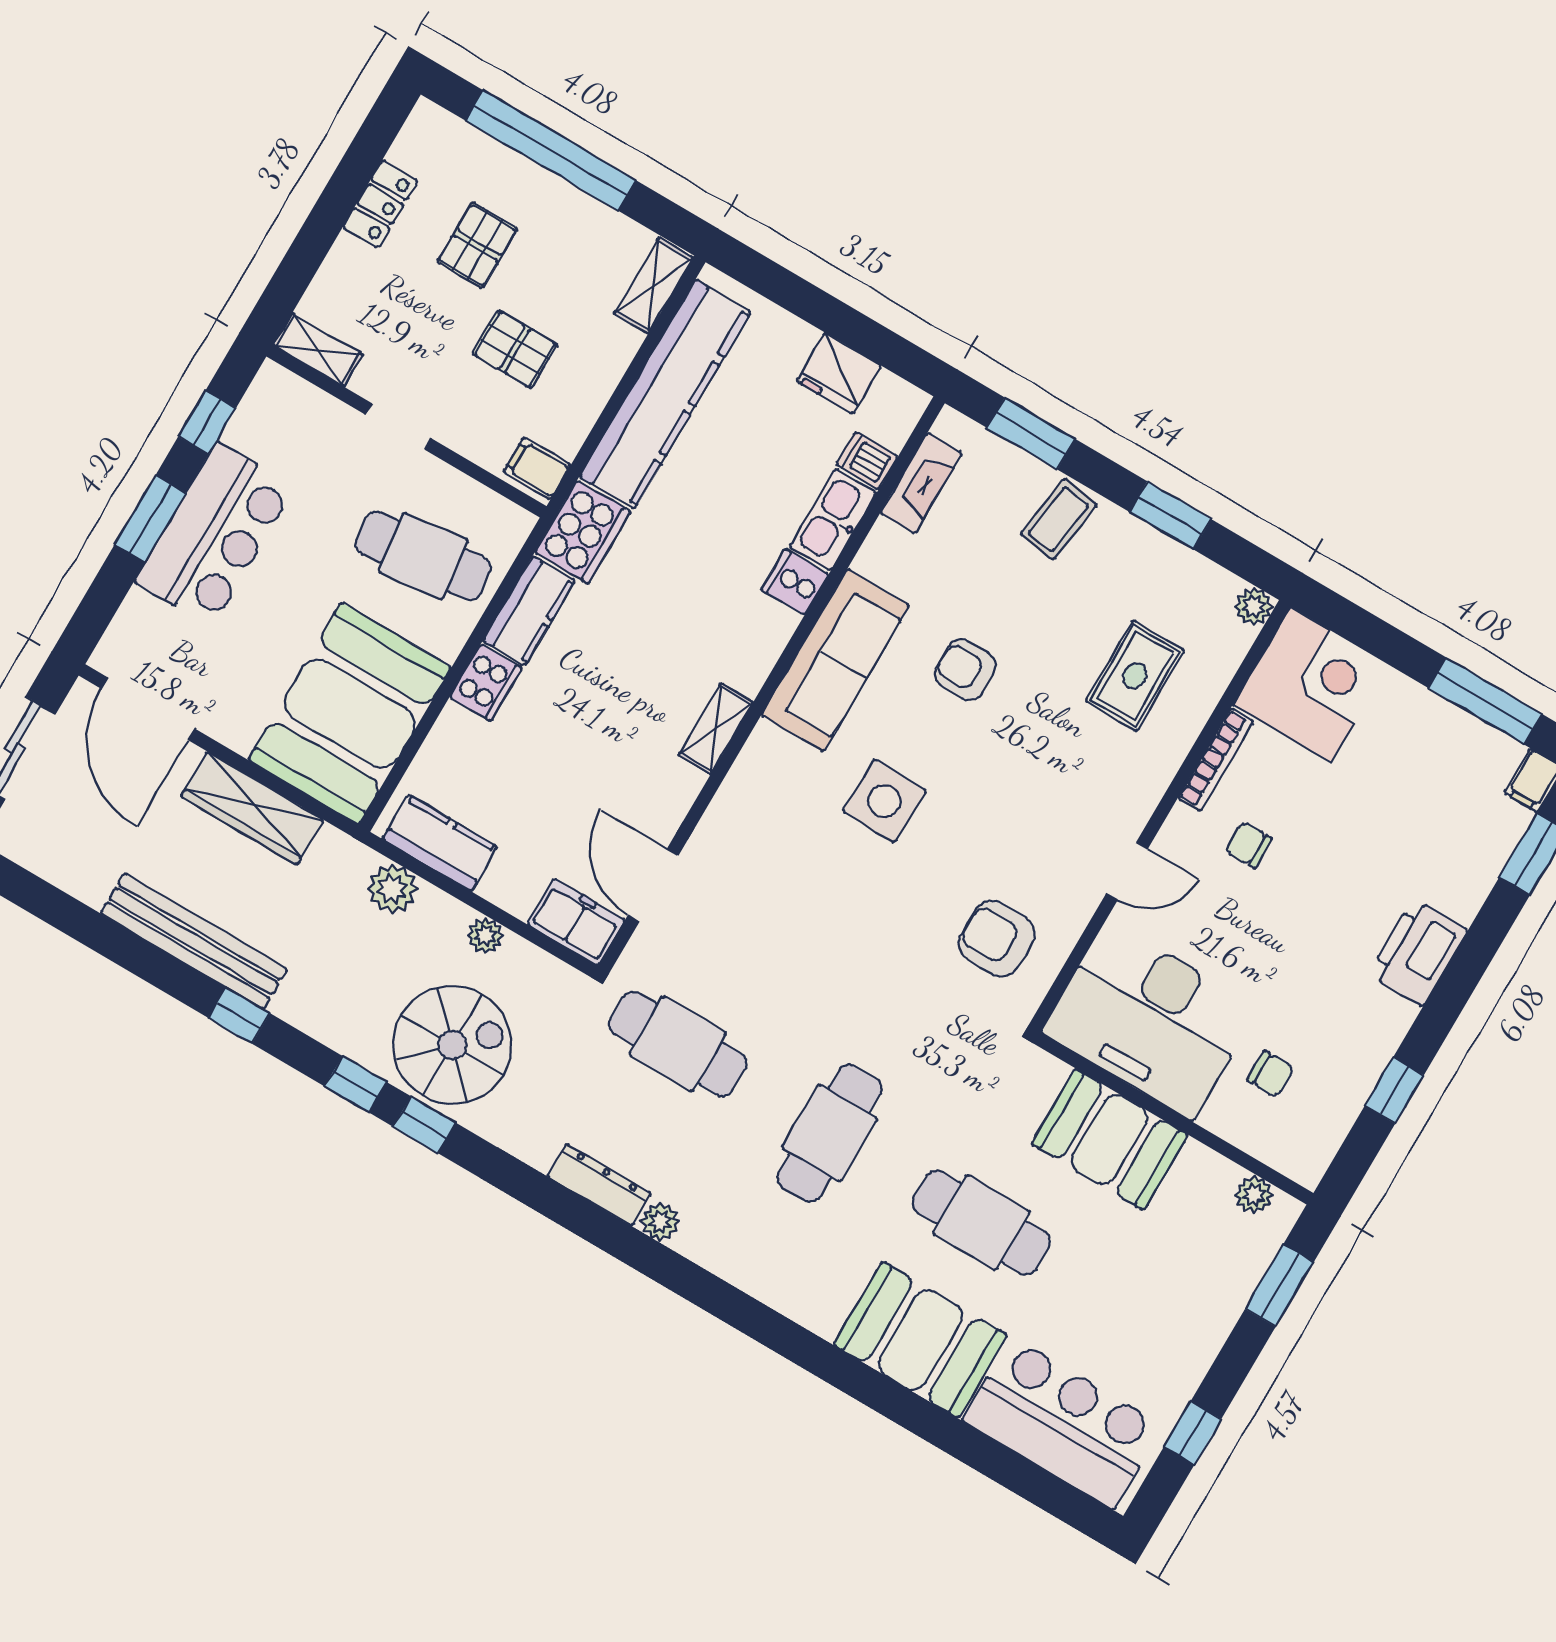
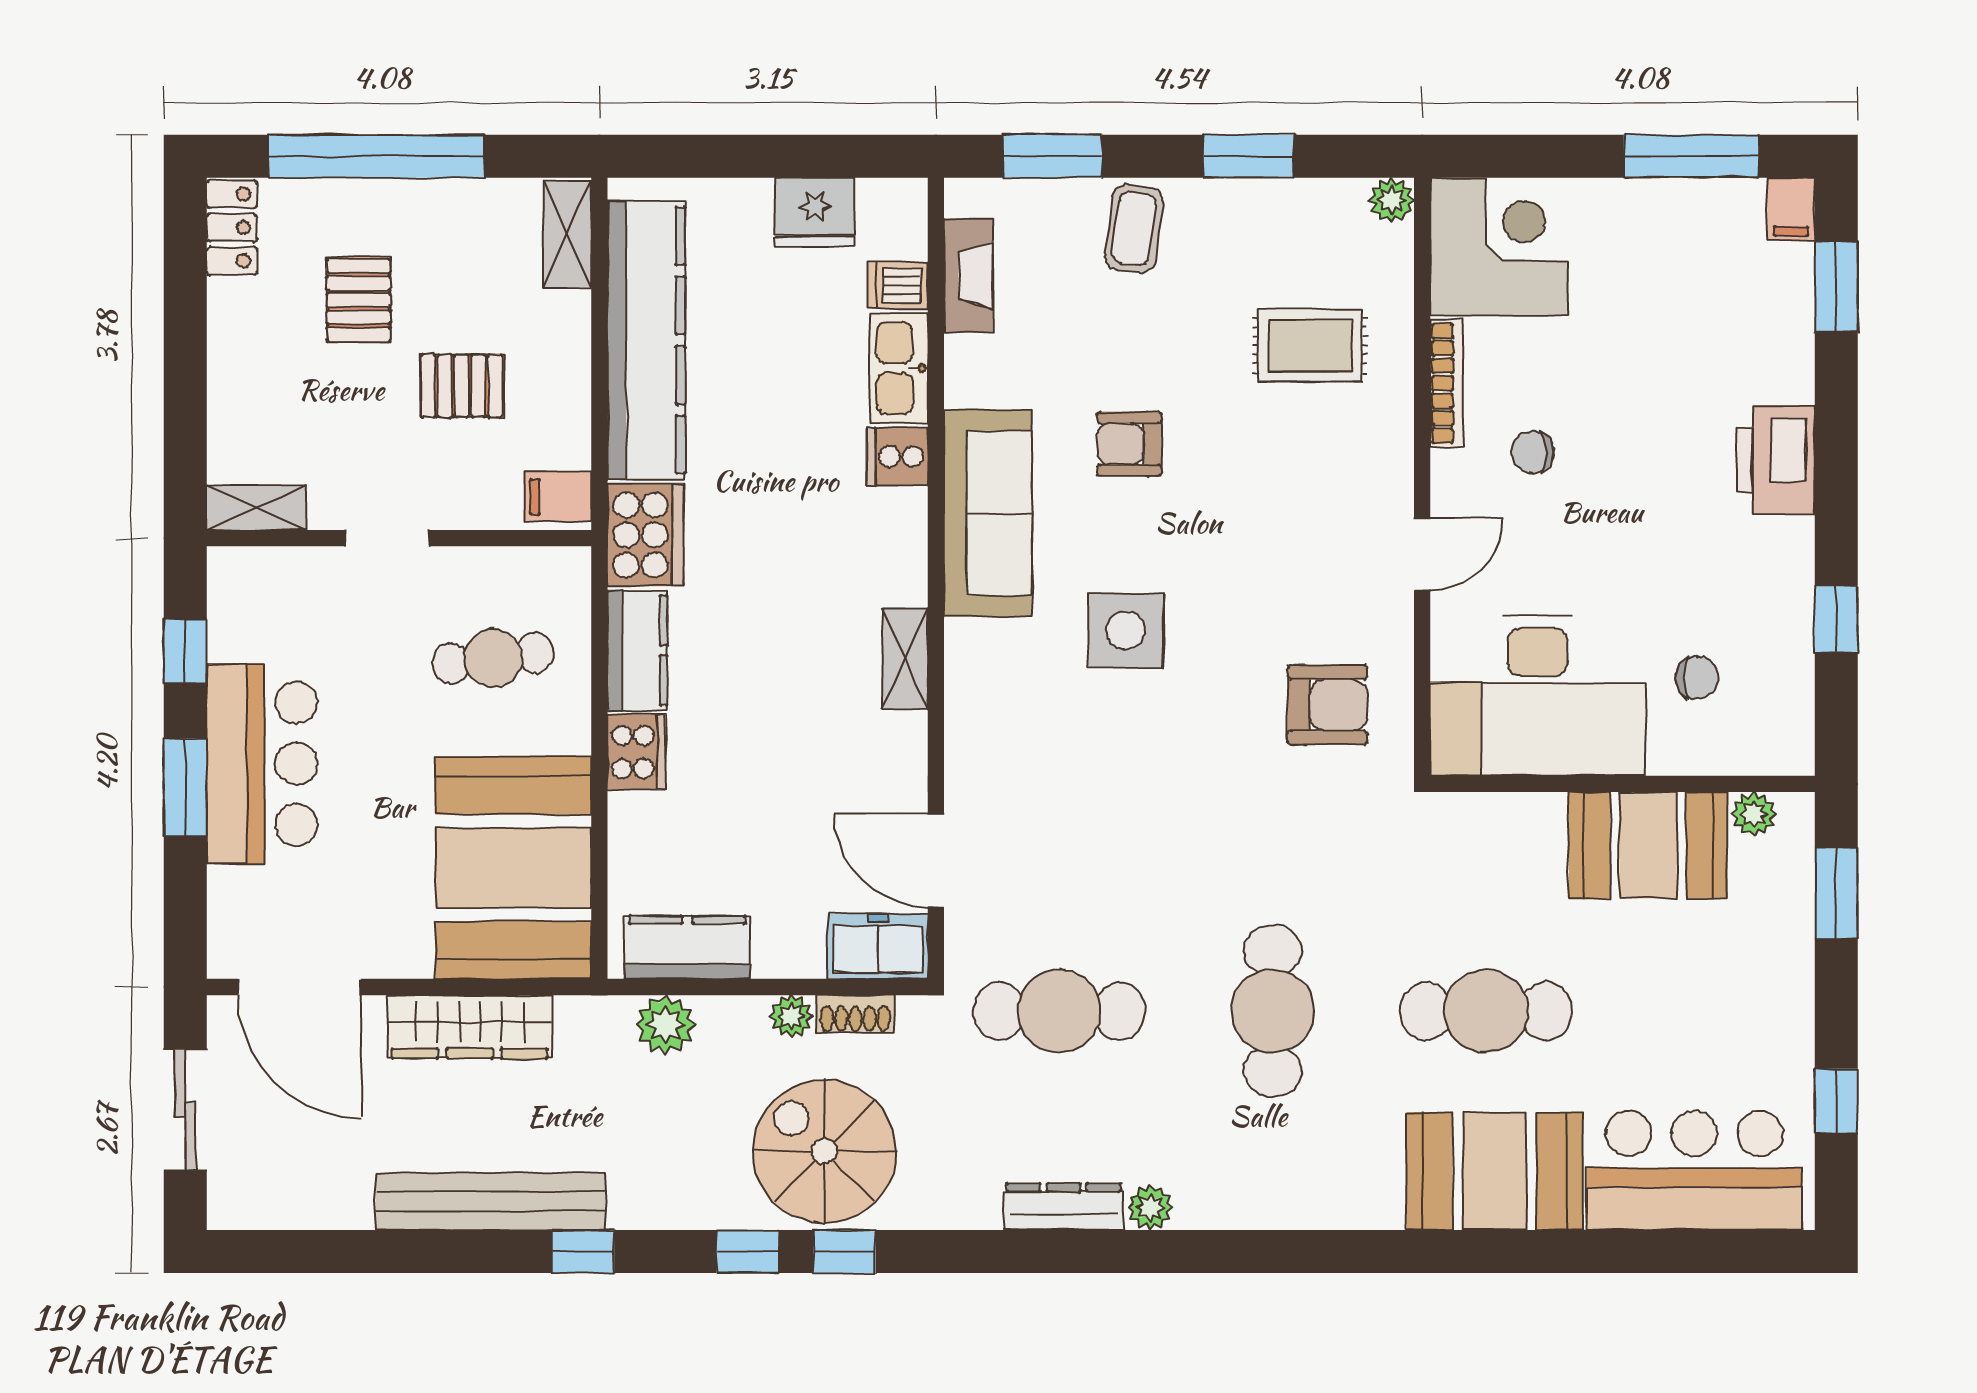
locker: (380, 204) -> (232, 228), moved
cafe table: (423, 556) -> (493, 658), width x0.73, depth x0.74
rug: (1135, 676) -> (1310, 345), turned 90
armchair: (997, 939) -> (1327, 705), turned 180
shoe rack: (532, 960) -> (855, 1014), added
spiral stairs: (452, 1045) -> (824, 1151), turned -90
booth: (1110, 1139) -> (1648, 845), moved

